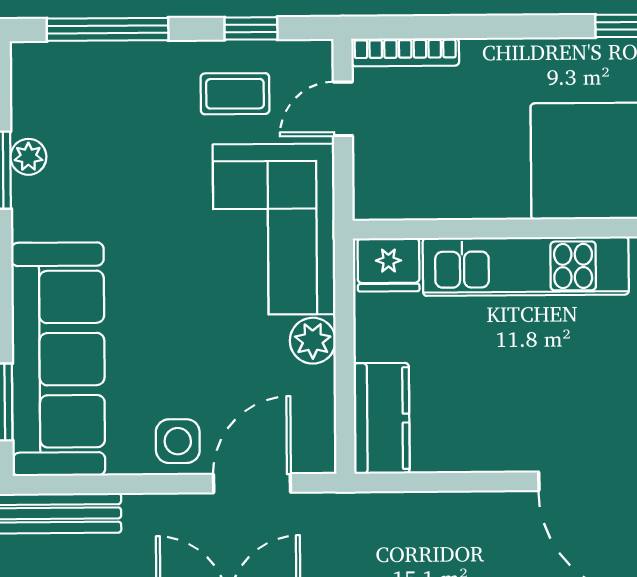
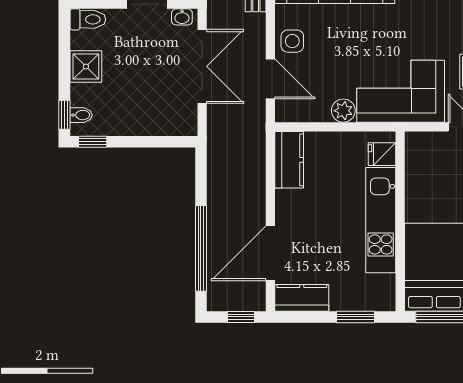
fridge: (389, 265) -> (382, 154), width x0.72
kitchen counter: (382, 418) -> (289, 160), moved, turned -90

